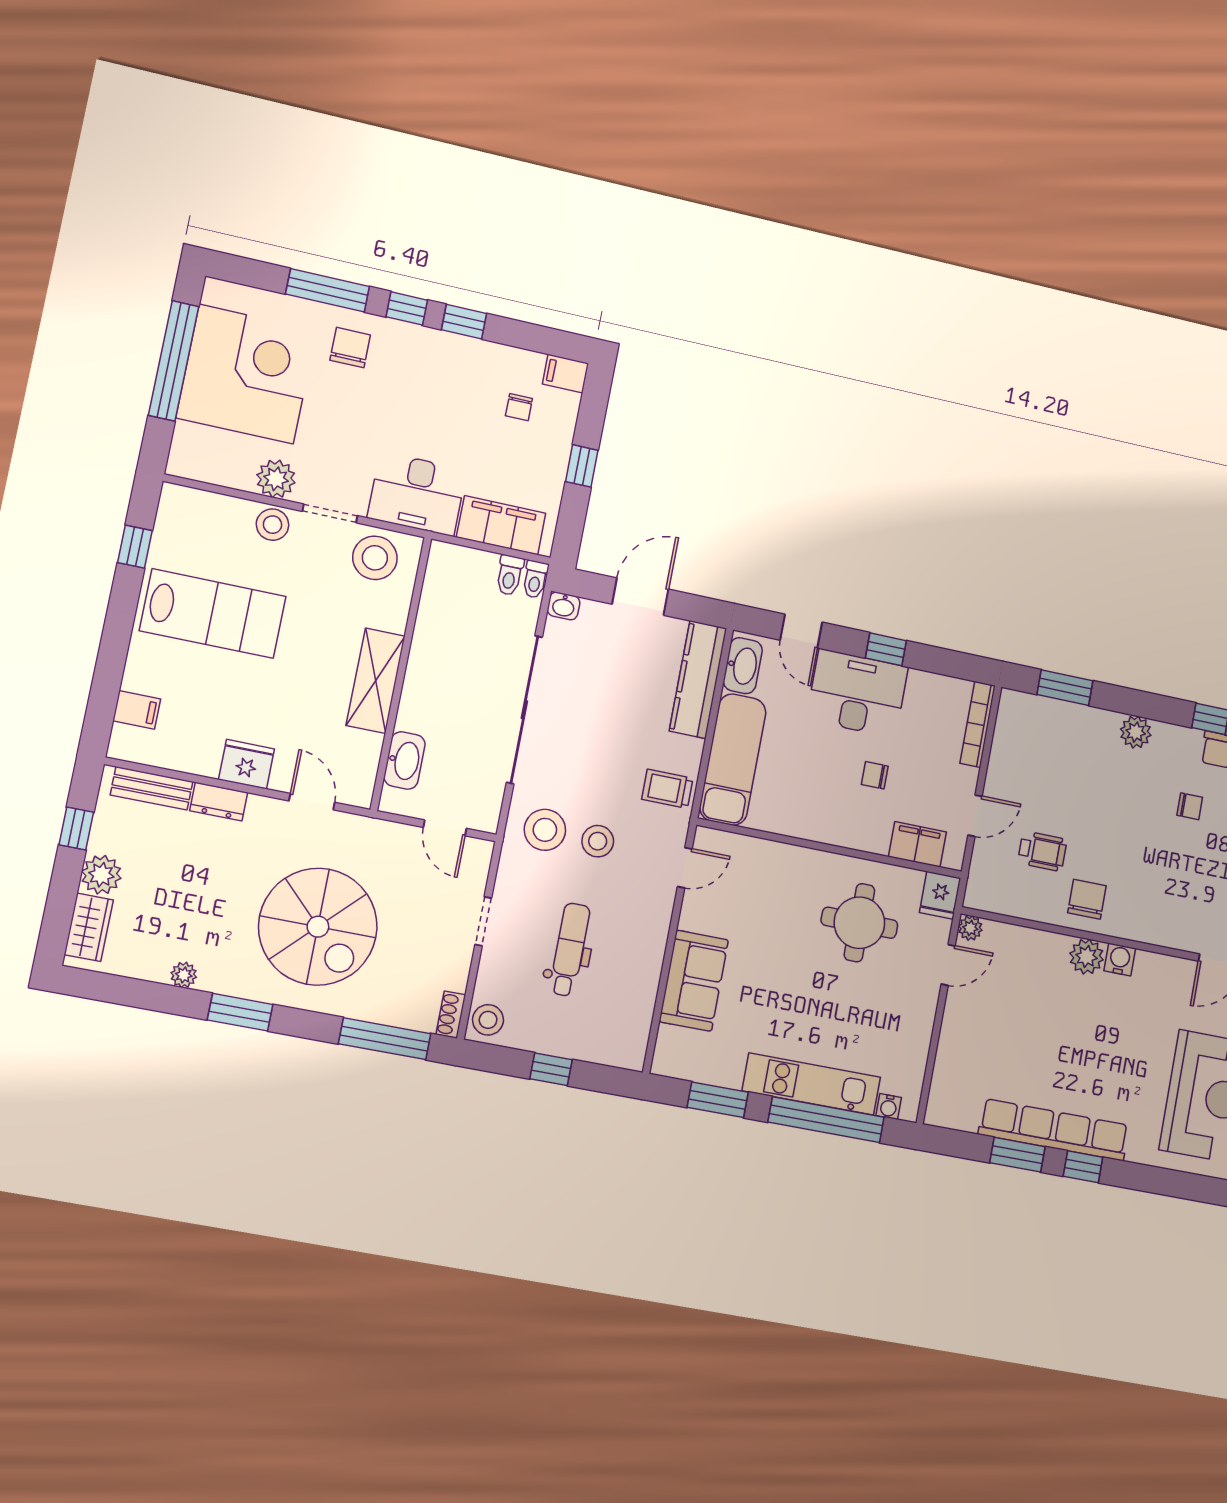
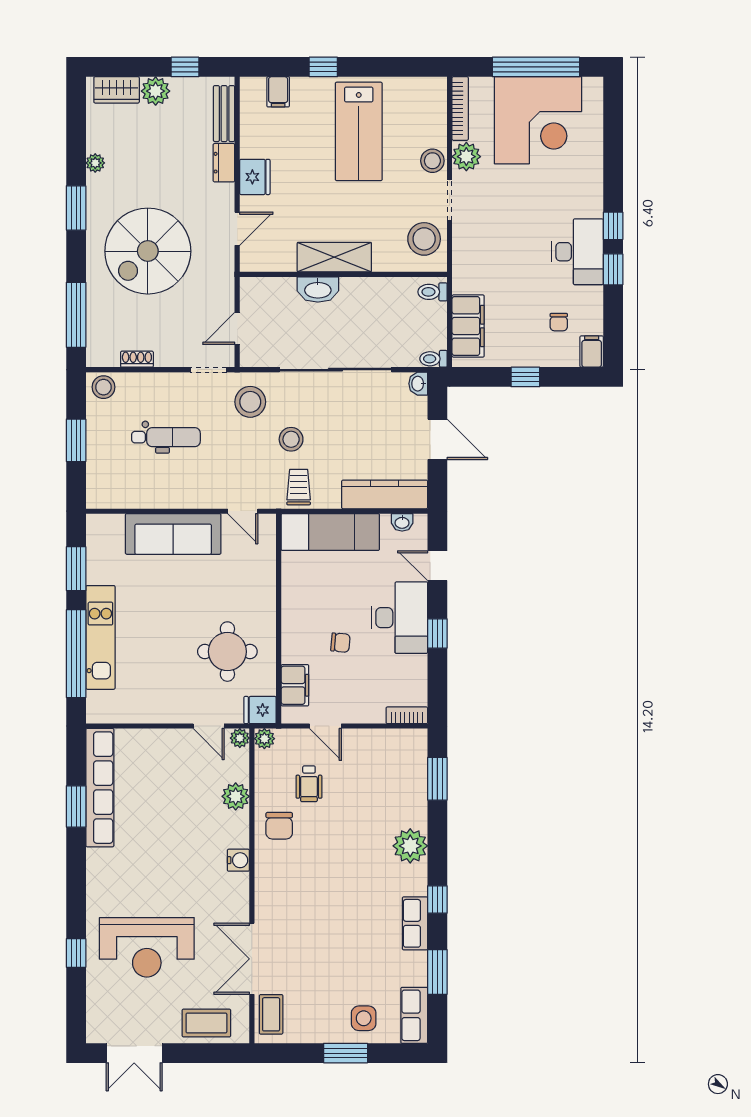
window: (328, 290) -> (613, 166), removed
chair: (350, 348) -> (575, 191), removed
chair: (519, 407) -> (559, 322), turned -90
bookcase: (209, 473) -> (460, 108), added
desk: (417, 494) -> (578, 252), moved, turned 180
window: (135, 547) -> (323, 67), moved
toilet: (510, 575) -> (432, 292), moved
door: (801, 631) -> (437, 566), hinge flipped
washbasin: (743, 666) -> (402, 522), width x0.52, depth x0.69
bookcase: (978, 724) -> (407, 715), width x0.64
plant: (1136, 732) -> (410, 846), width x1.36, depth x1.36
washbasin: (405, 760) -> (318, 289), moved
chair: (875, 775) -> (340, 643), turned 95
chair: (1190, 806) -> (367, 895), removed
stool: (598, 841) -> (291, 439), moved
plant: (977, 897) -> (264, 739), added
chair: (1087, 899) -> (279, 826), turned 90
doorway: (483, 921) -> (208, 370), moved
plant: (1087, 957) -> (236, 796), moved
sofa: (694, 981) -> (173, 534), width x1.36
shoe rack: (451, 1015) -> (137, 359), moved
window: (551, 1069) -> (76, 440), width x1.50
water cooler: (889, 1107) -> (94, 700), removed
row of seats: (1054, 1130) -> (100, 788), moved
window: (1083, 1167) -> (76, 953), moved

